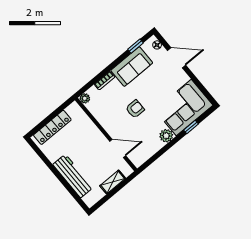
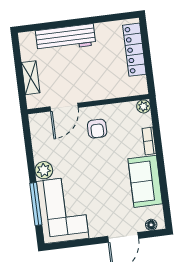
window: (135, 46) -> (165, 200), removed
armchair: (135, 109) -> (97, 129), moved
window: (191, 127) -> (36, 204), width x2.17

